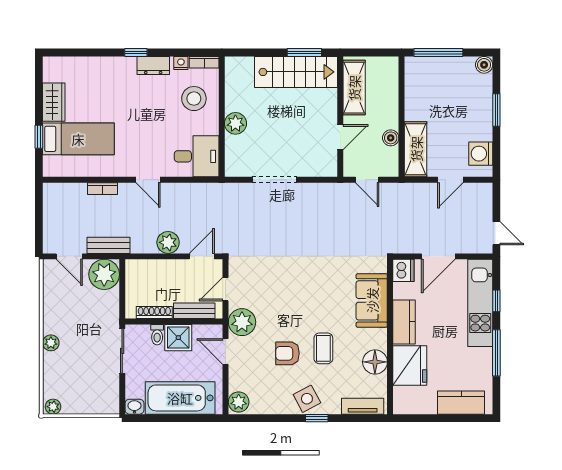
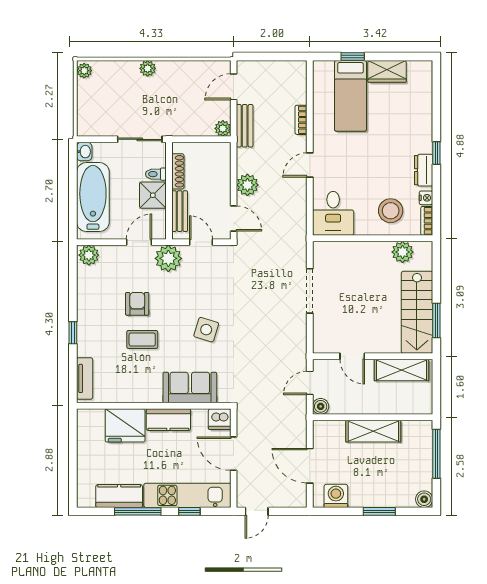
plant: (235, 123) -> (403, 252), moved
boiler: (391, 138) -> (321, 406), moved
shelving: (416, 149) -> (373, 431), moved
door: (450, 180) -> (310, 466), width x1.38
plant: (104, 274) -> (223, 128), width x0.53, depth x0.53
floor lamp: (375, 362) -> (129, 391), removed
side table: (307, 399) -> (206, 330), moved, turned 45
kitchen counter: (461, 403) -> (119, 496), moved, turned -90

